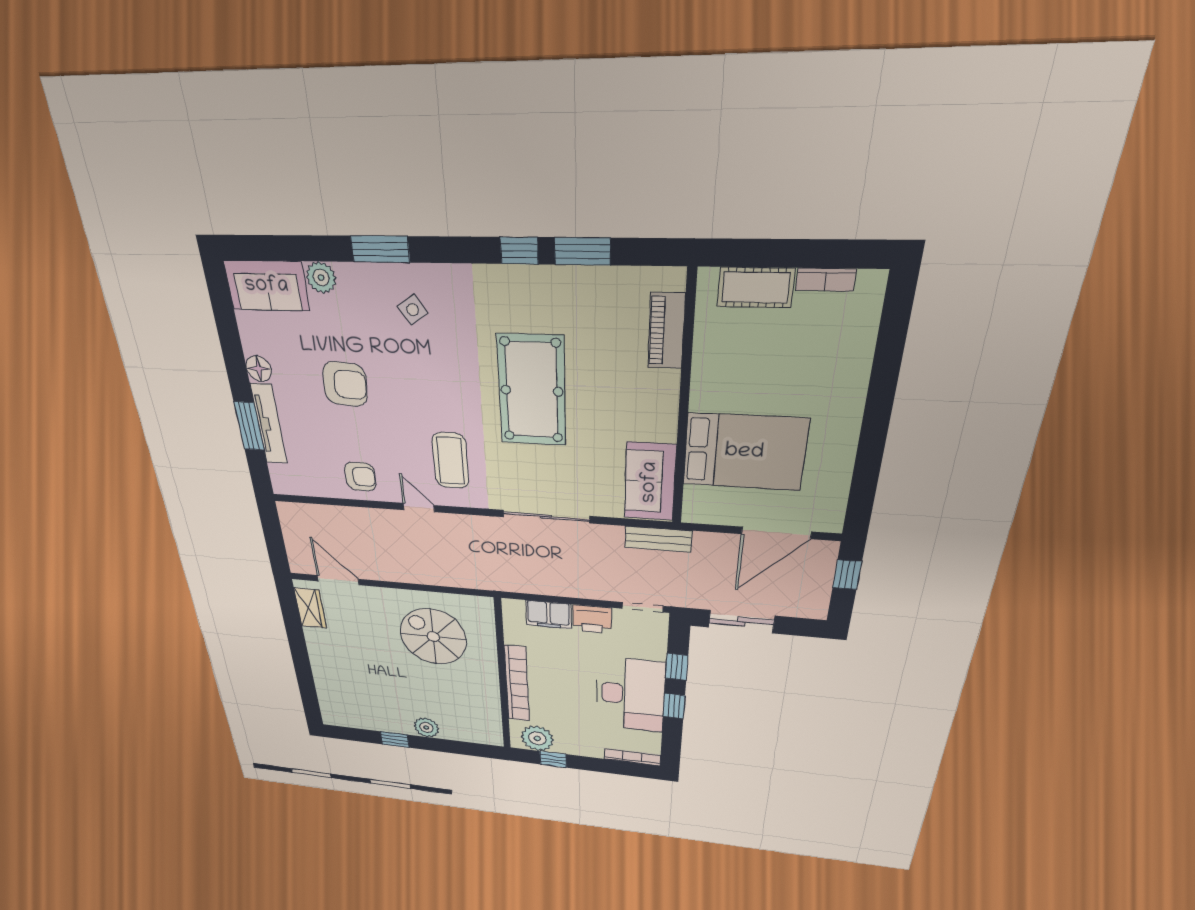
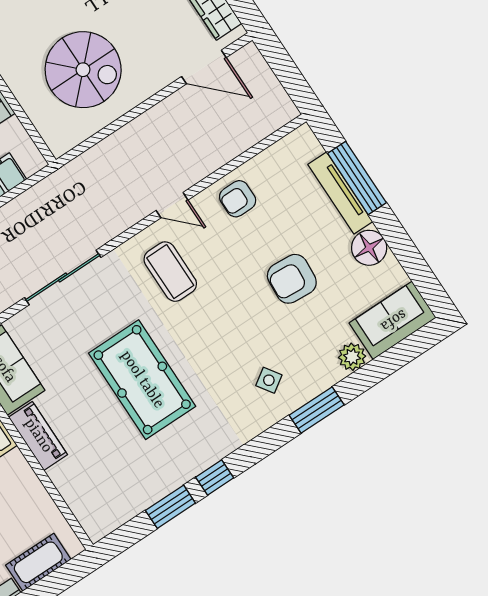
piano: (666, 331) -> (38, 436), moved
floor lamp: (259, 369) -> (369, 248), width x1.38, depth x1.38
window: (249, 426) -> (357, 178), width x1.44

